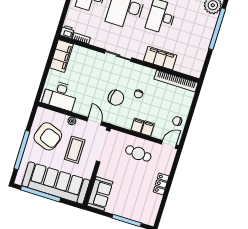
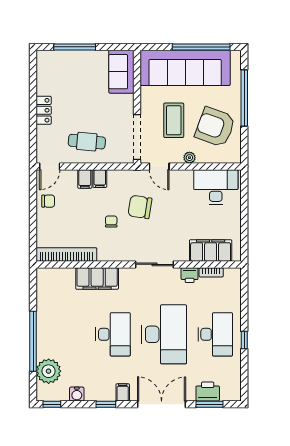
printer: (67, 32) -> (190, 275), moved
filing cabinet: (61, 56) -> (211, 250), moved, turned 90

